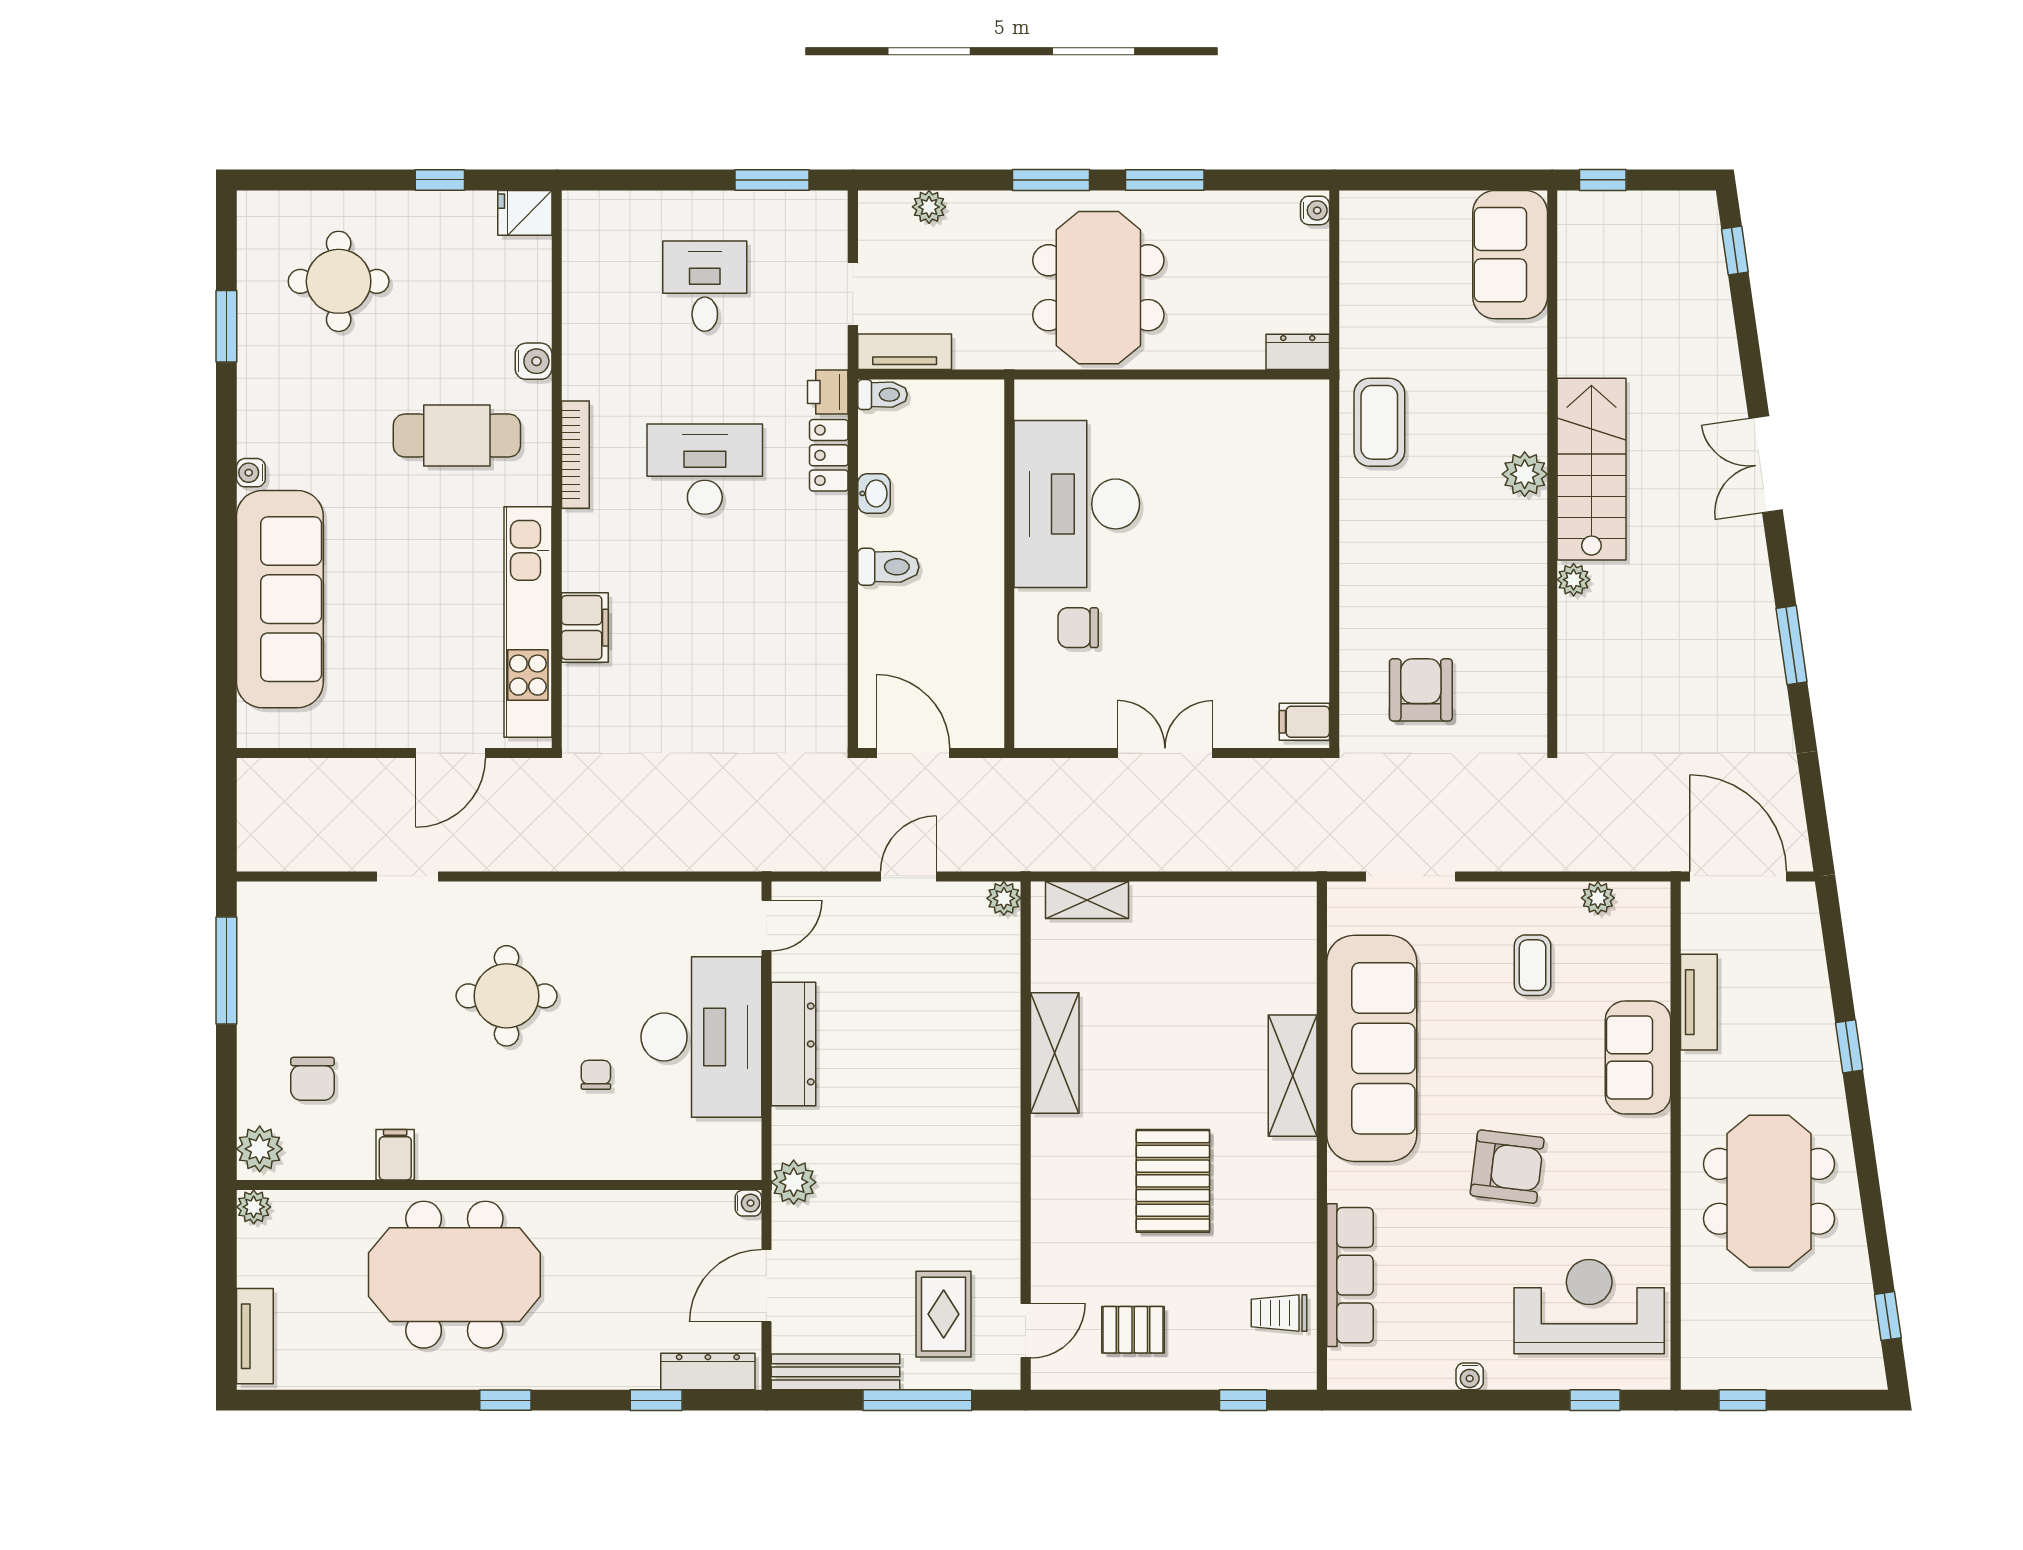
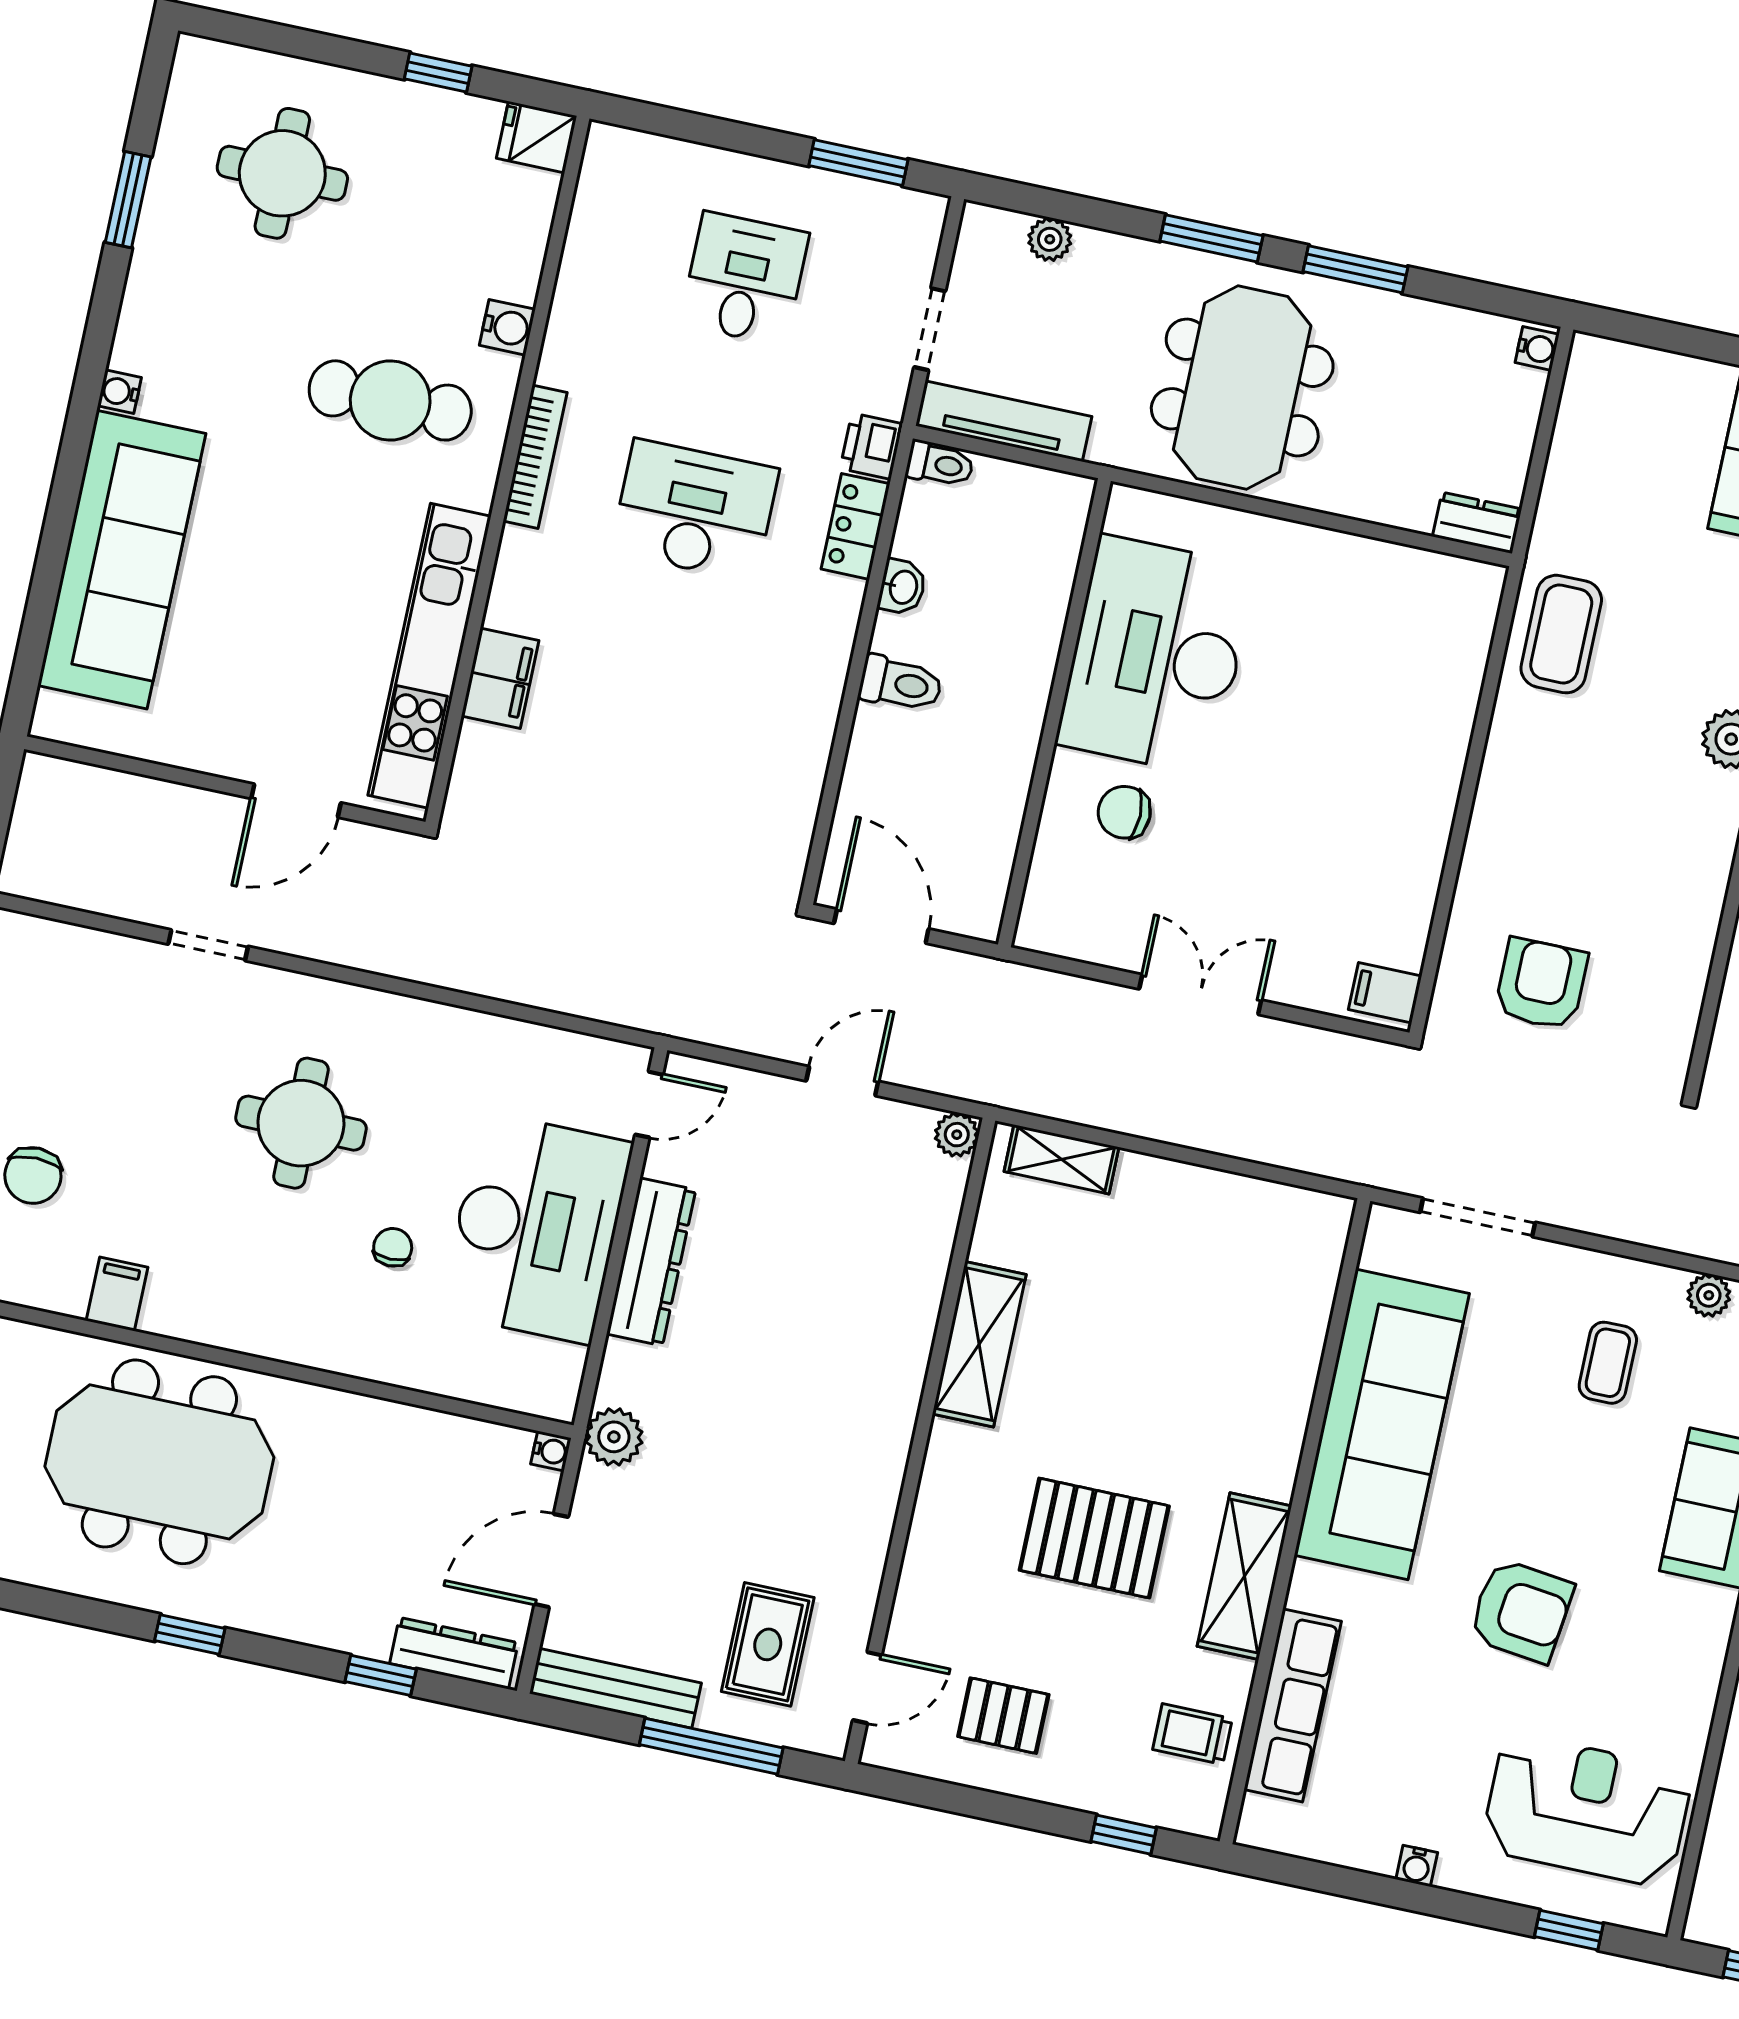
tv unit: (905, 352) -> (1004, 421), width x1.41
shelving: (1293, 1076) -> (1244, 1576), moved
pallet: (1173, 1181) -> (1094, 1538), turned 90

